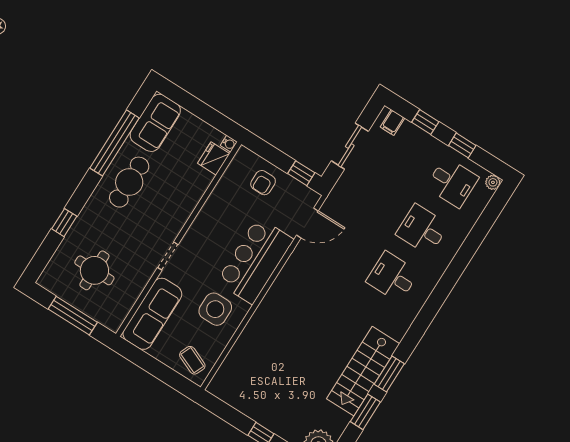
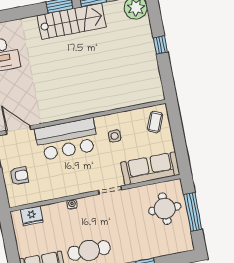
water cooler: (229, 144) -> (72, 204), moved
round table: (94, 270) -> (165, 209), moved
side table: (215, 309) -> (115, 136), width x0.54, depth x0.54

